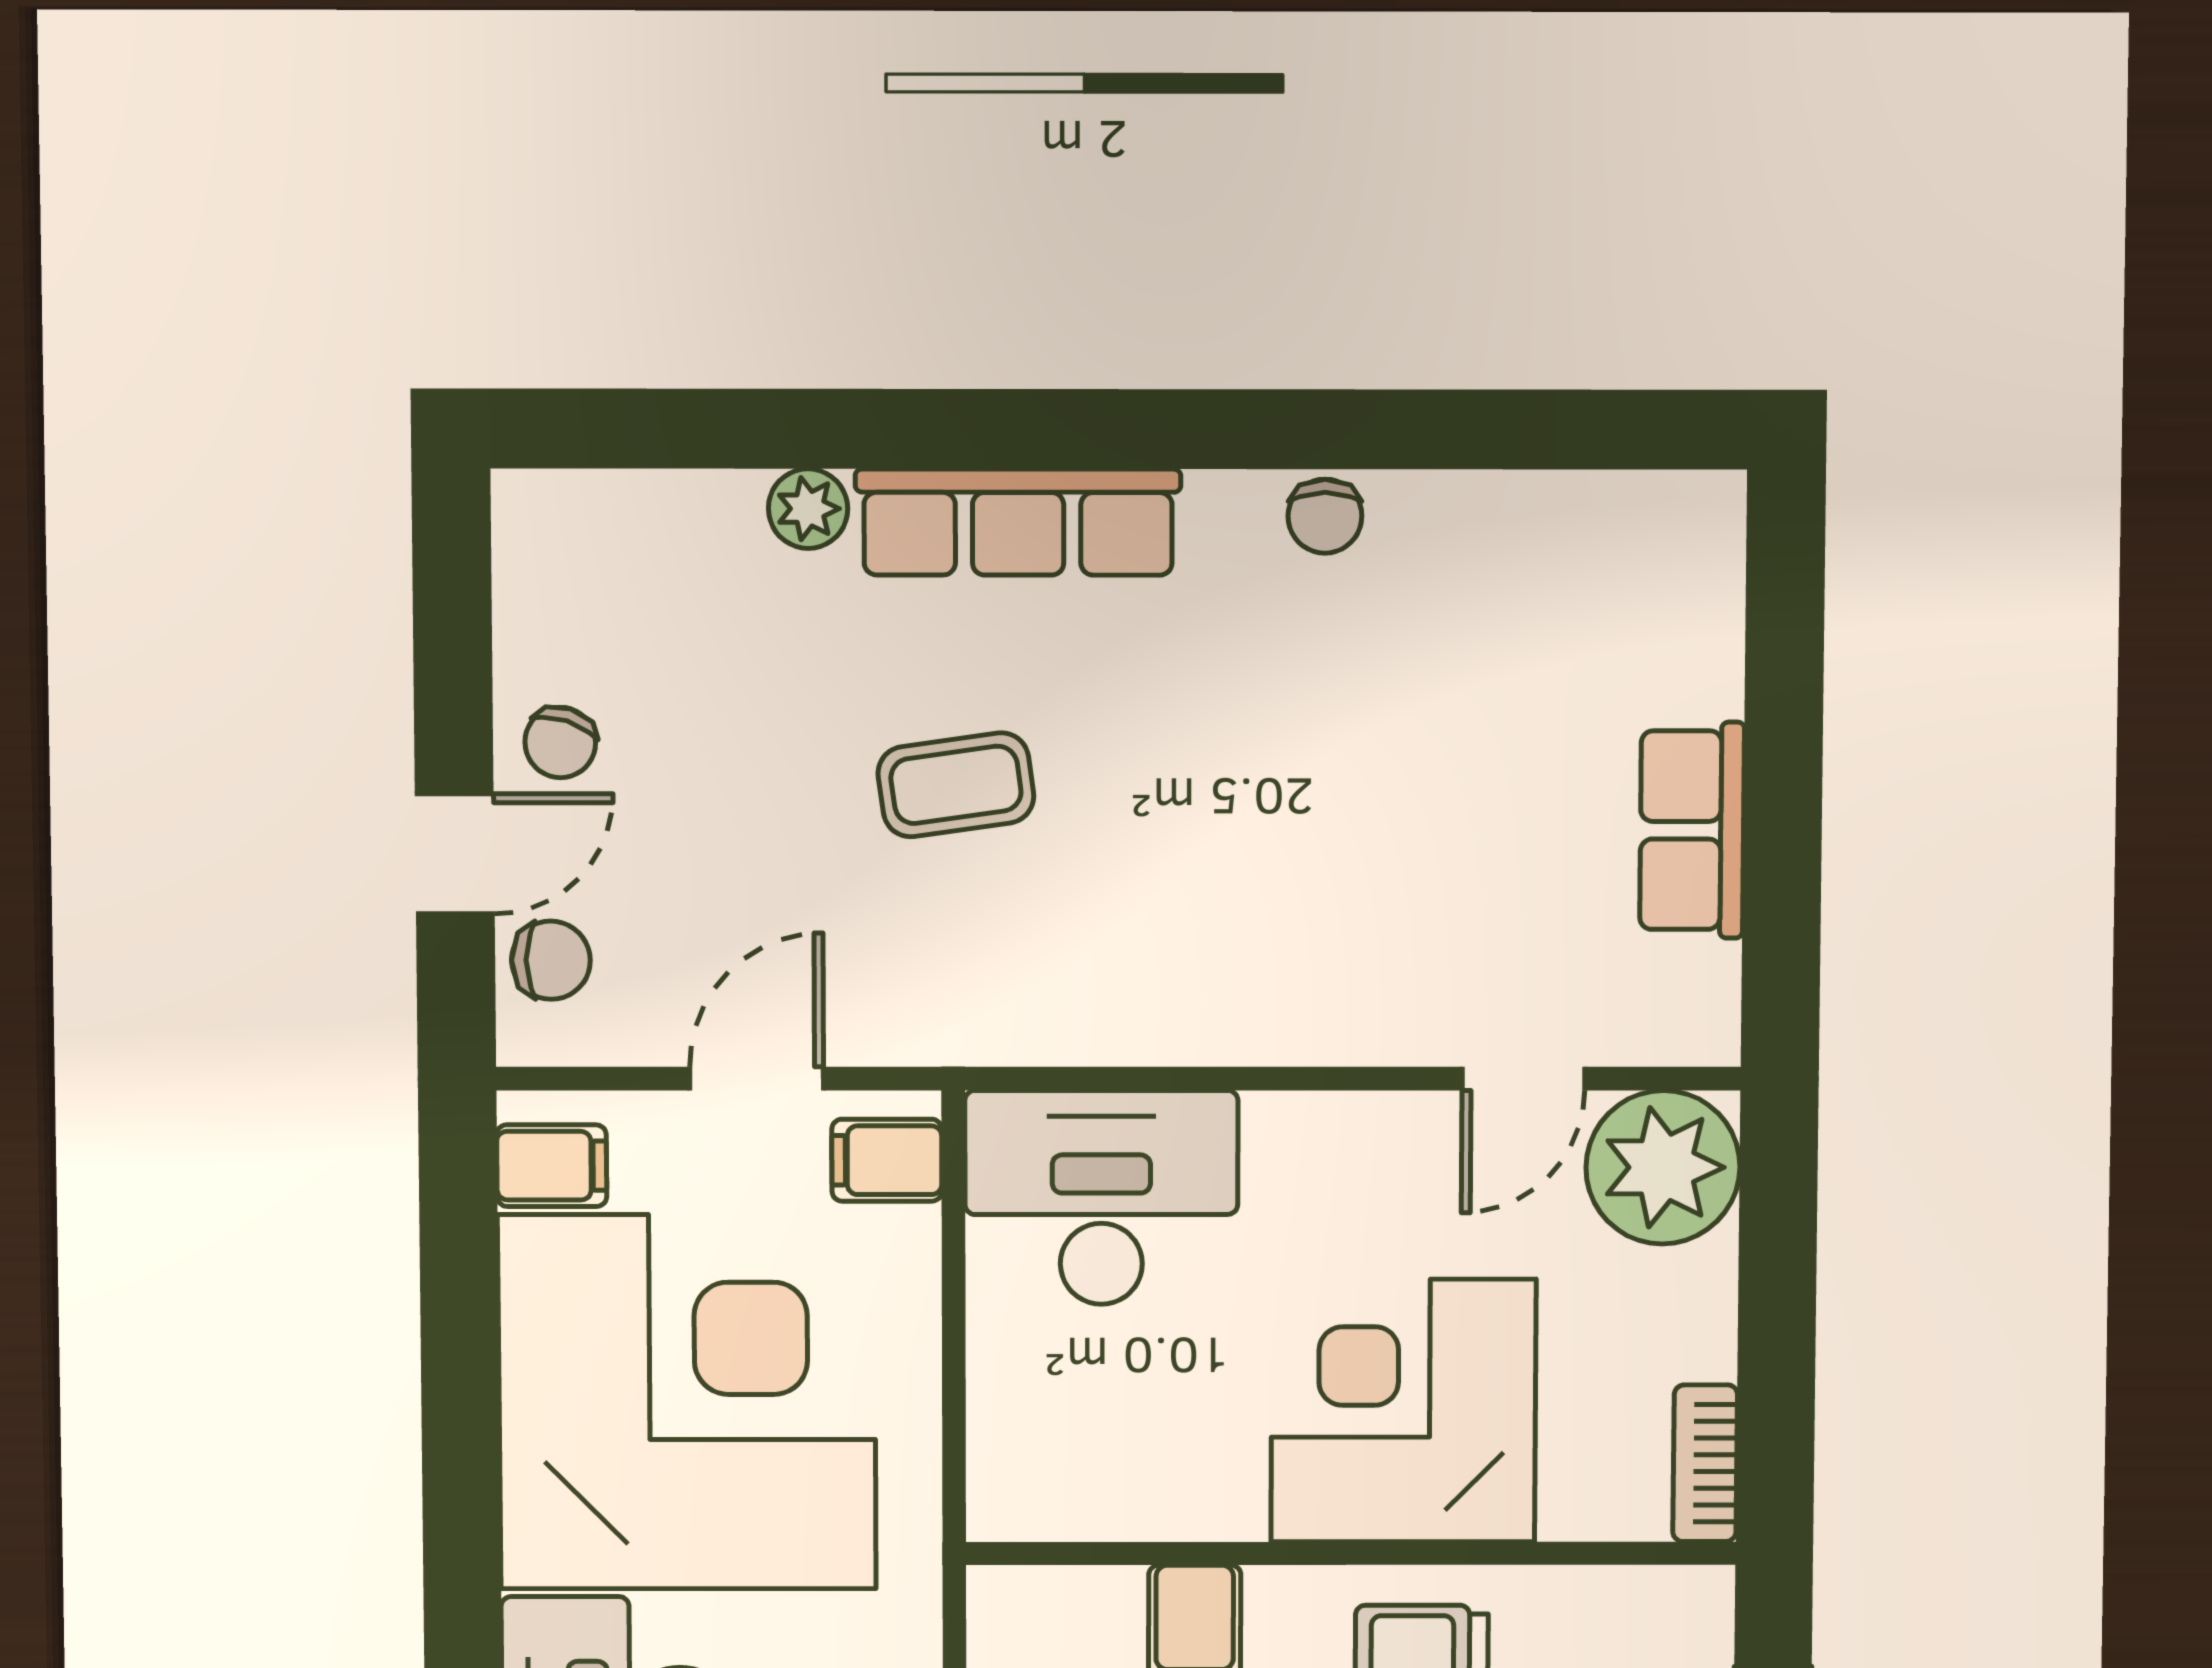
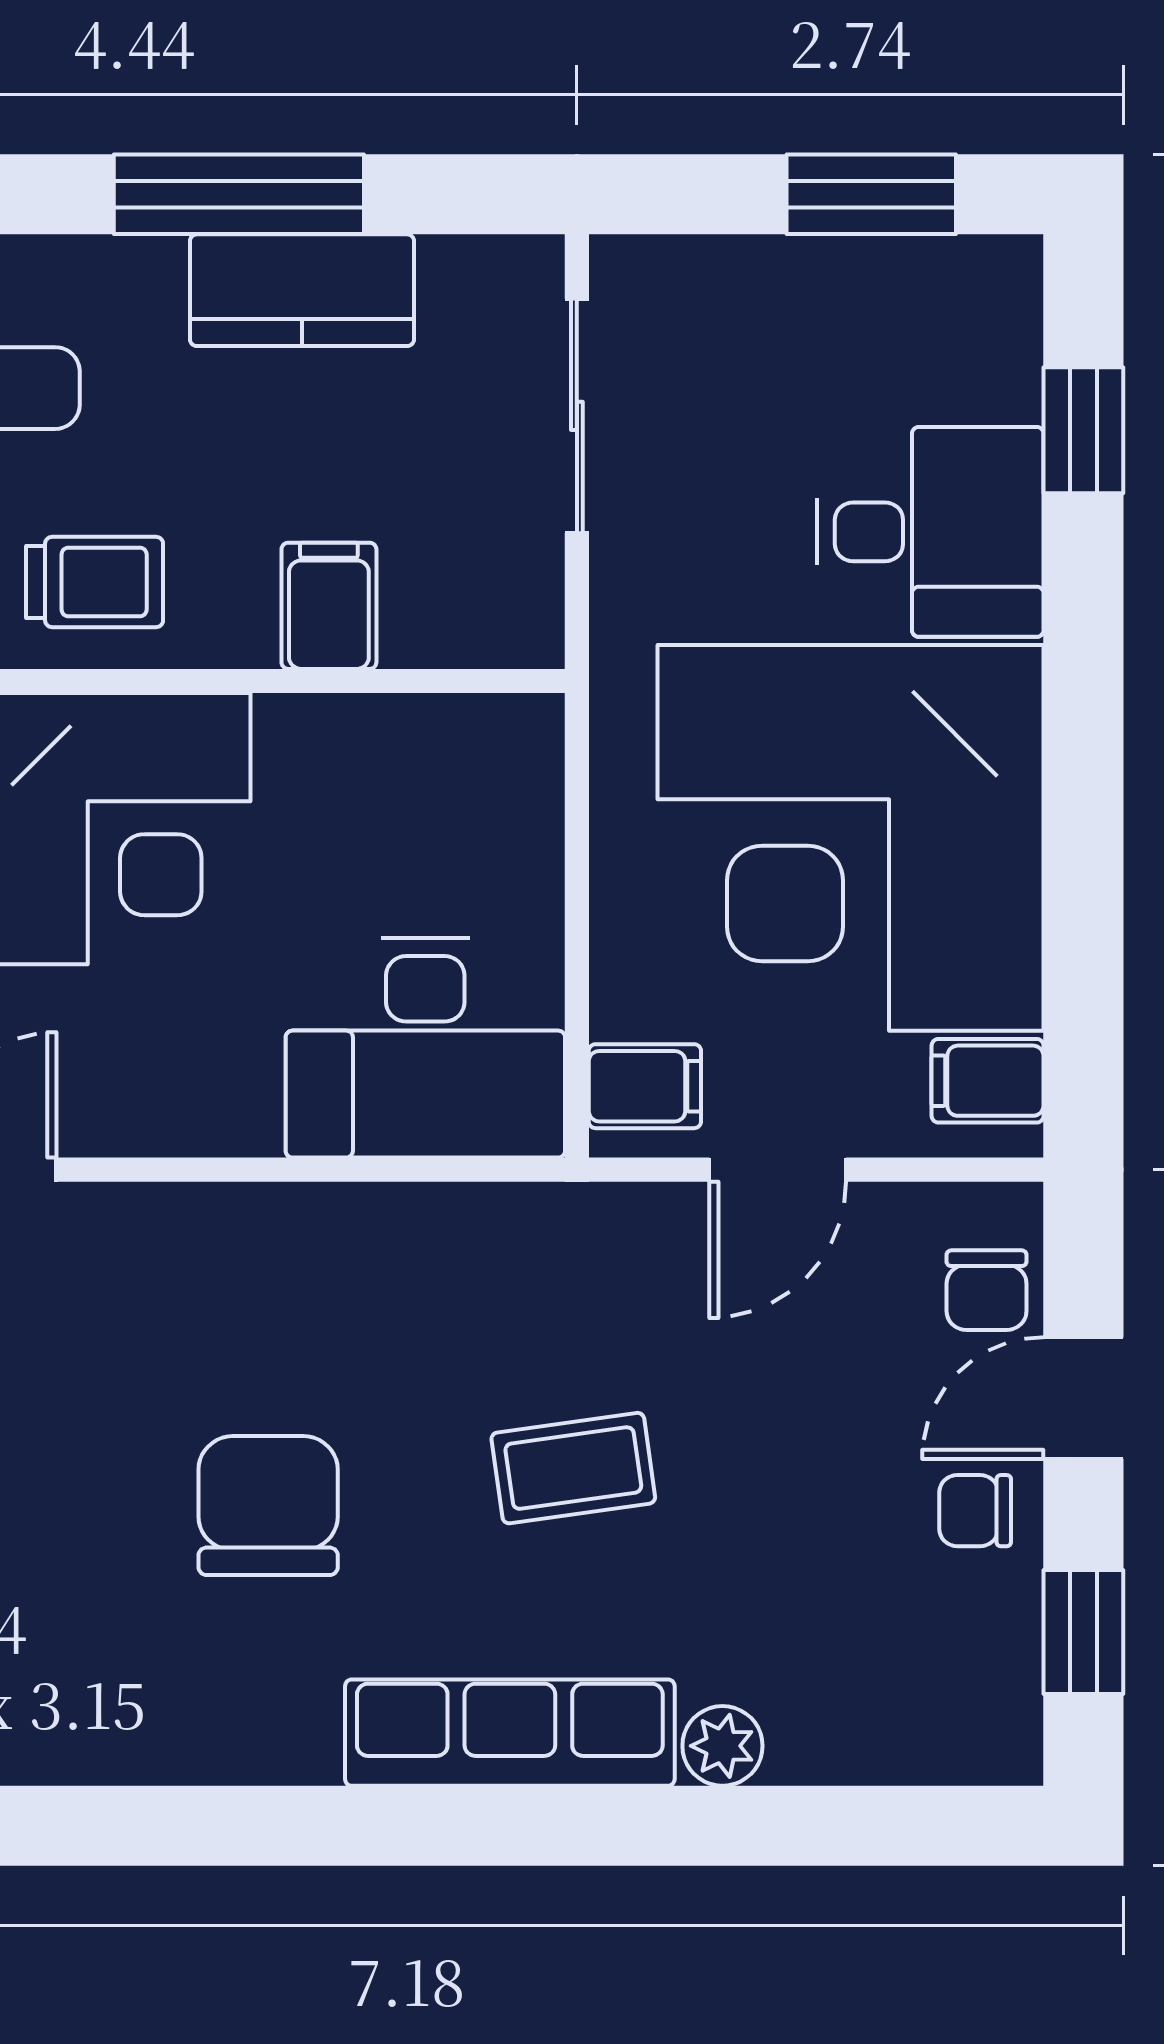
chair: (1325, 516) -> (268, 1506), moved, width x1.87, depth x1.87
window: (452, 622) -> (1083, 1632), added
chair: (560, 742) -> (975, 1511), turned -108
chair: (551, 960) -> (987, 1290), turned -90

